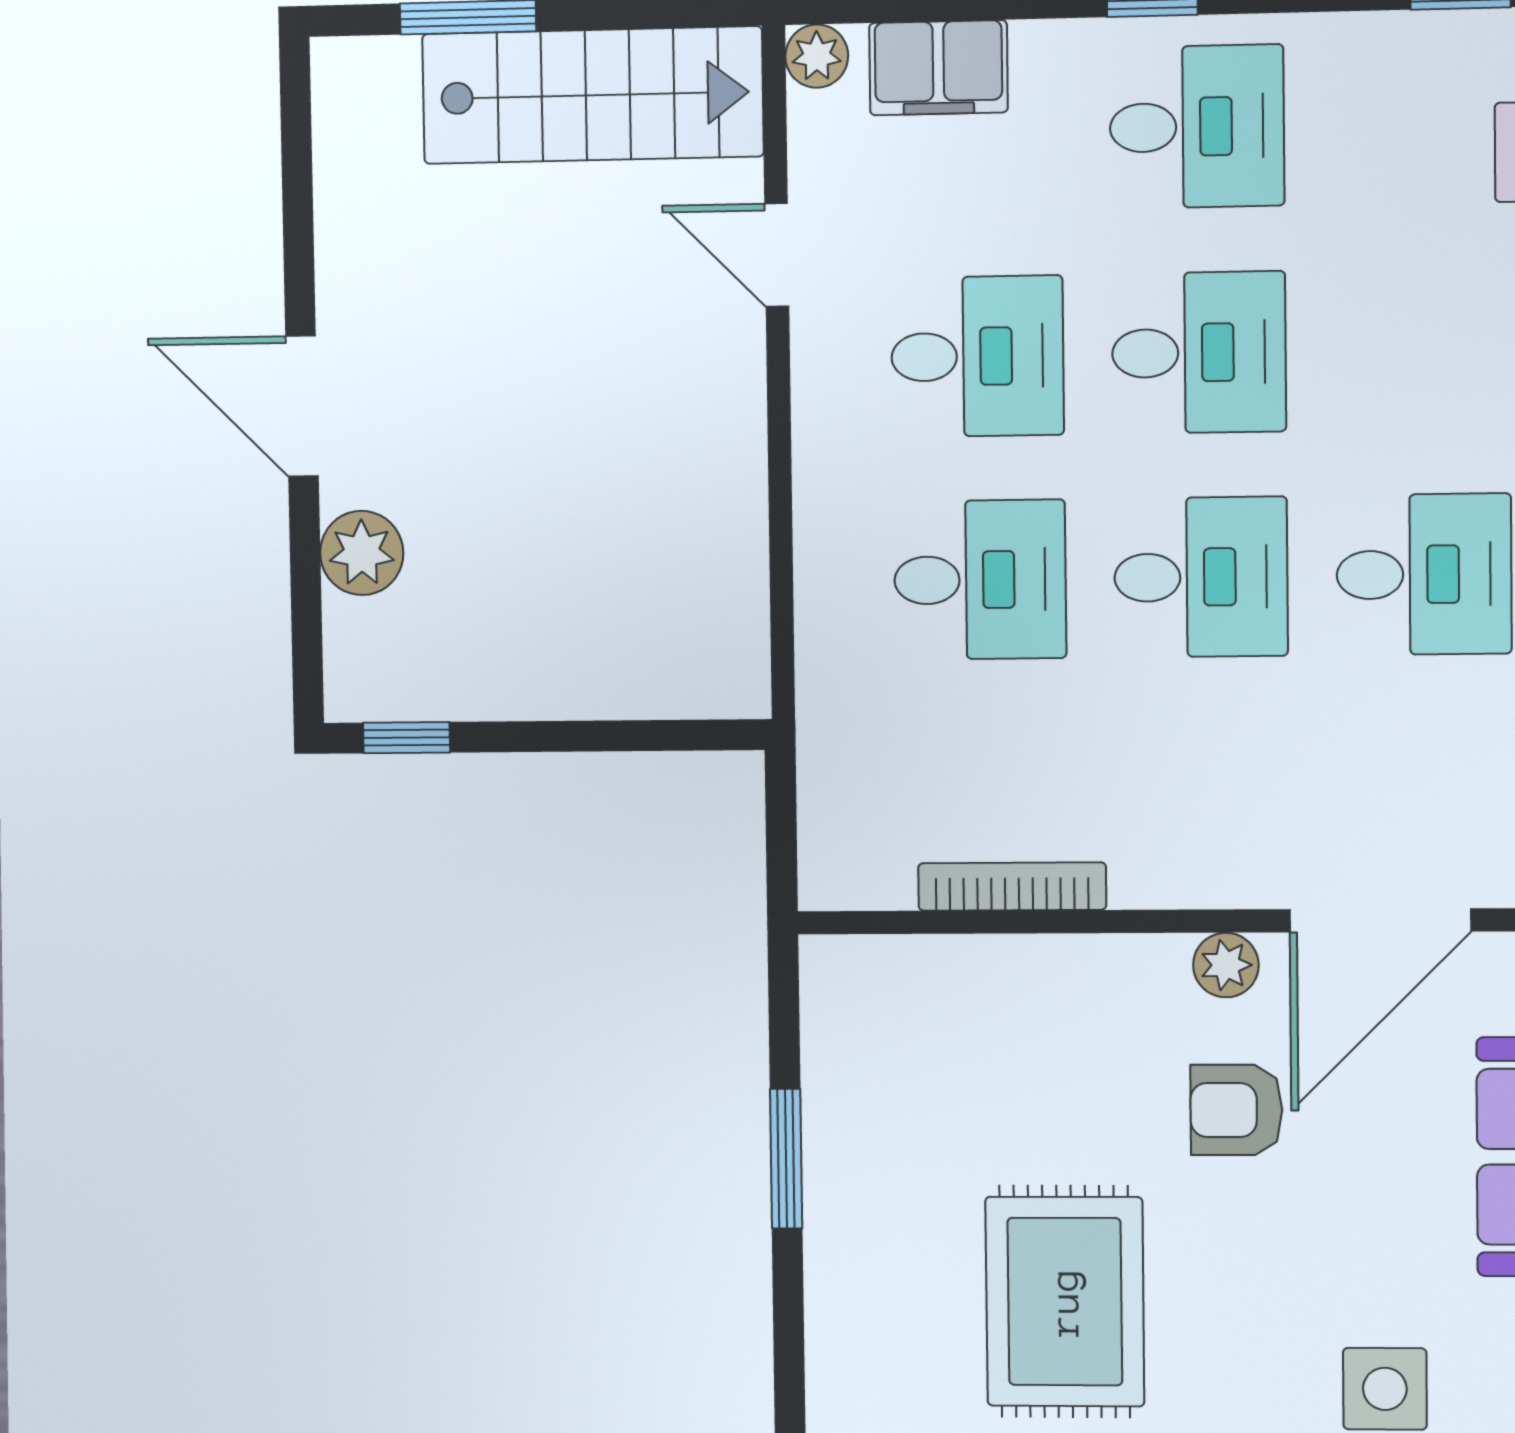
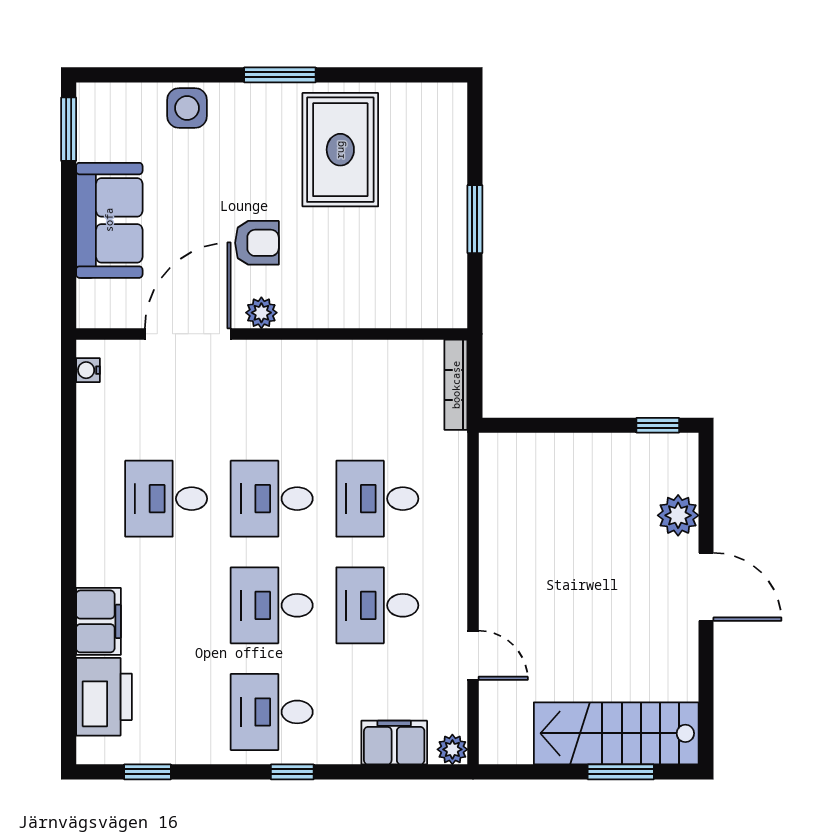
stairs: (592, 95) -> (616, 733), moved
bookcase: (1012, 886) -> (456, 385), moved, turned 90

